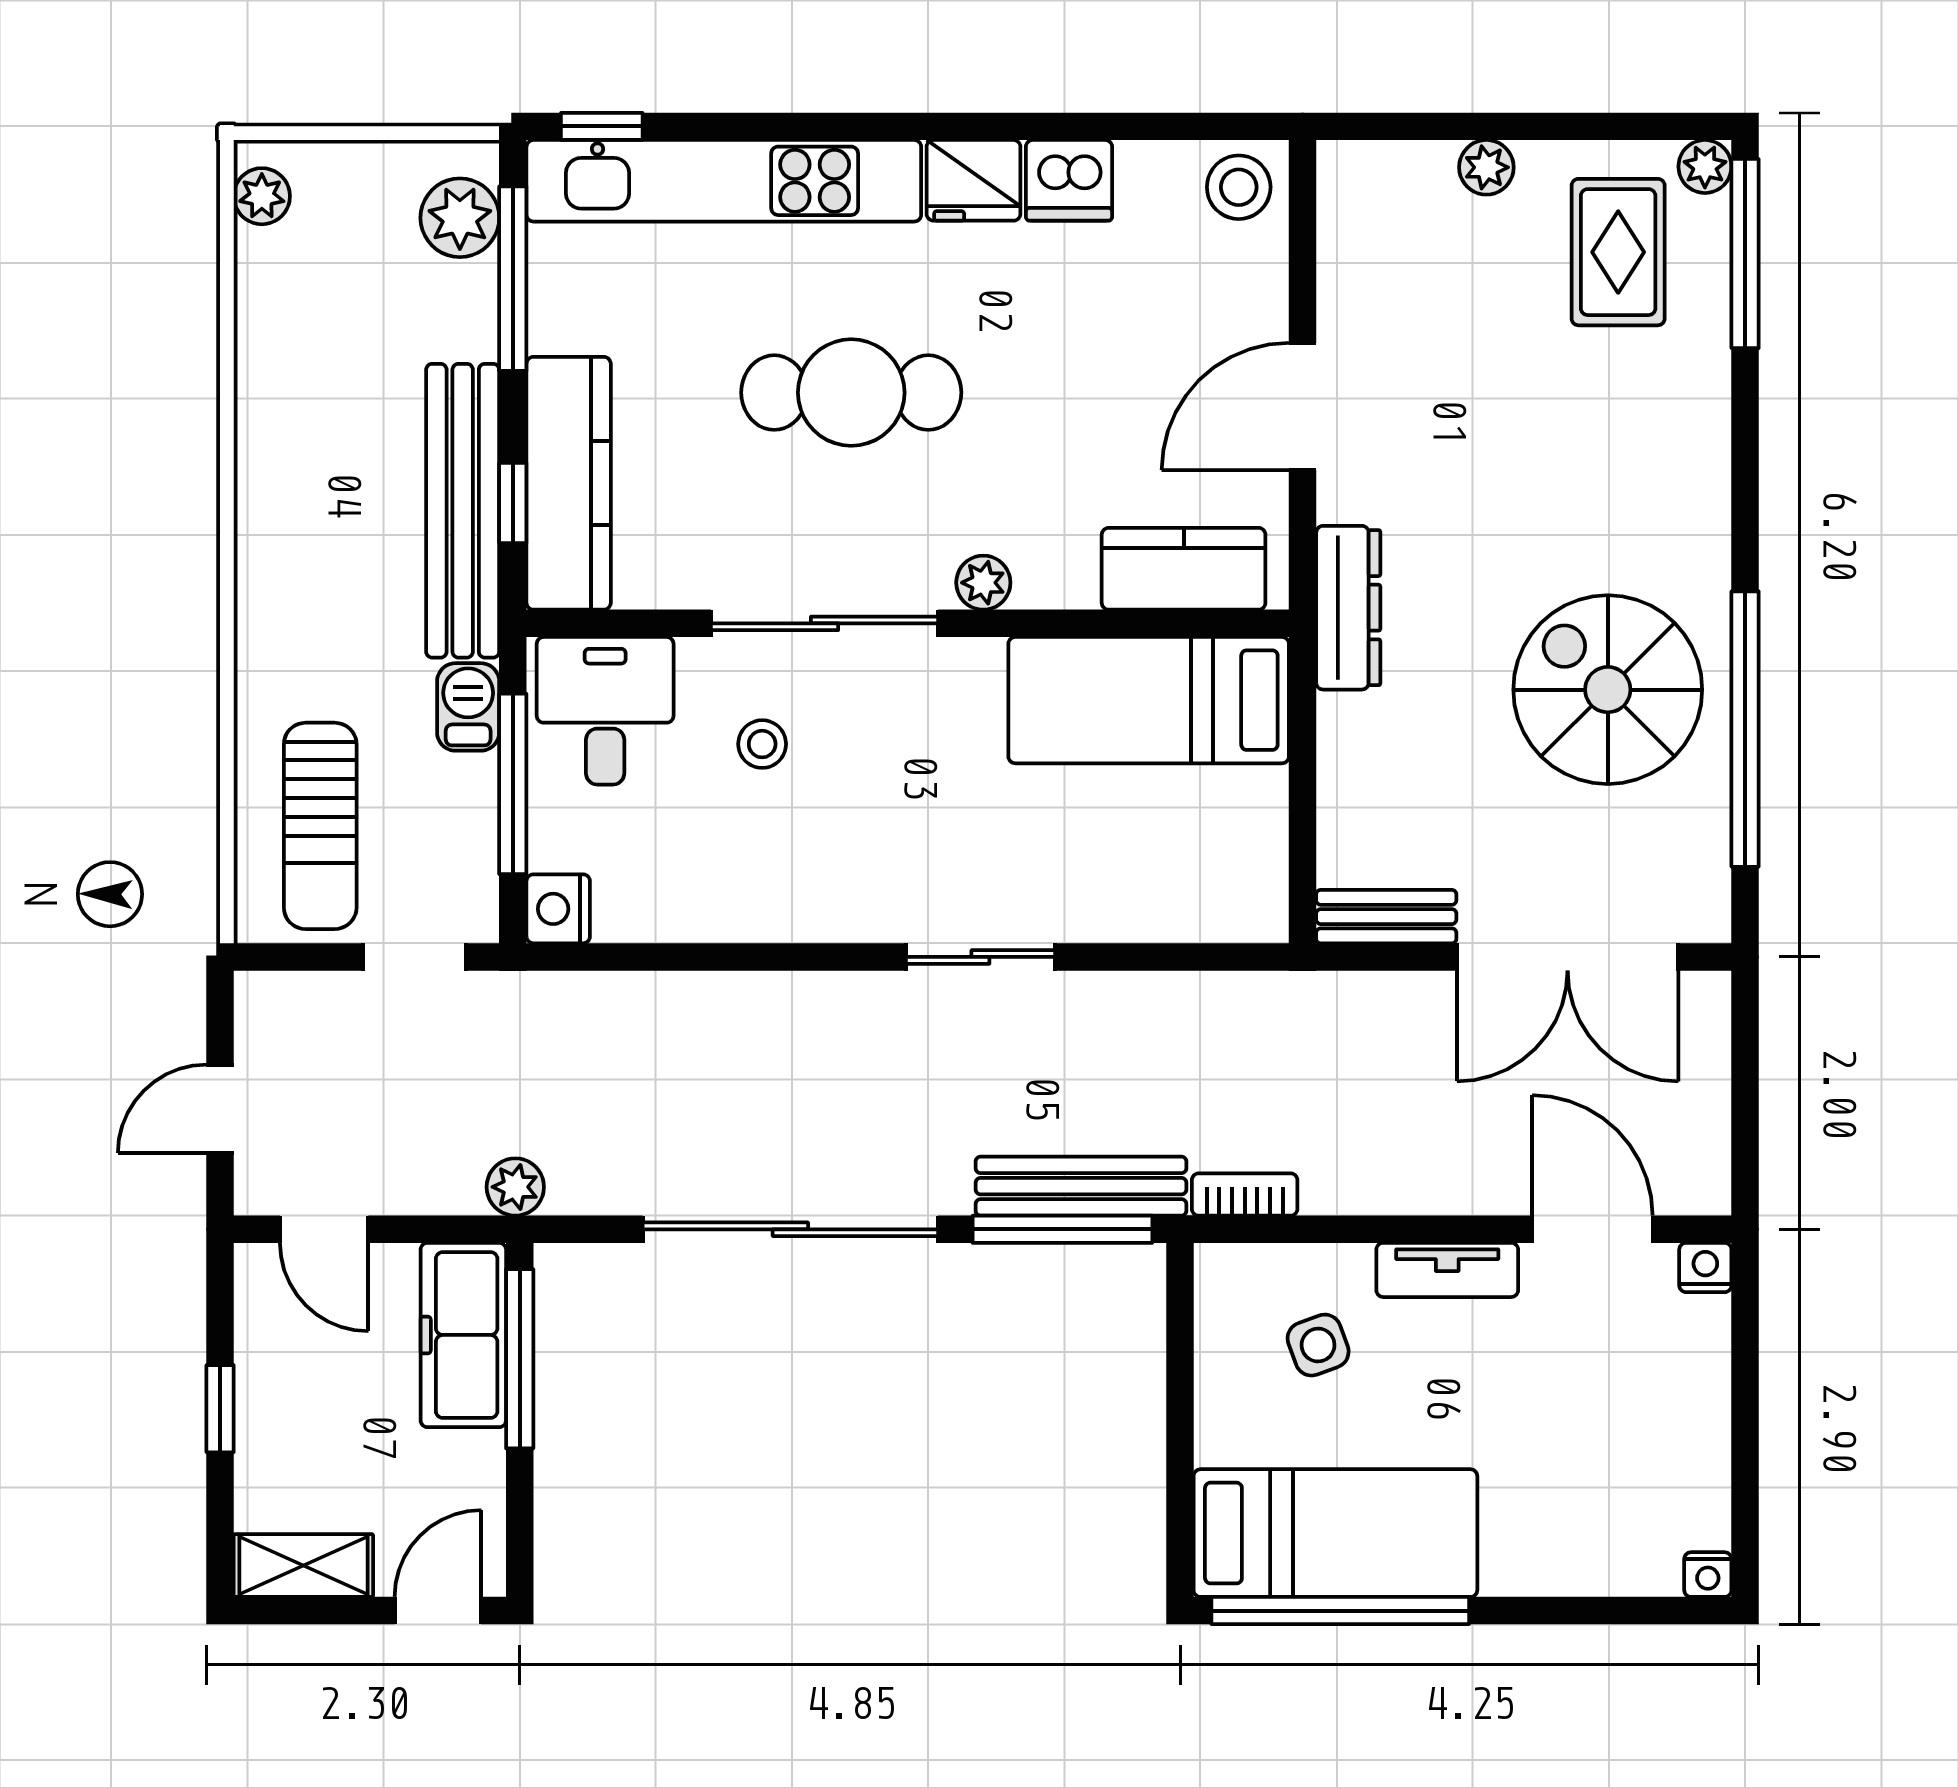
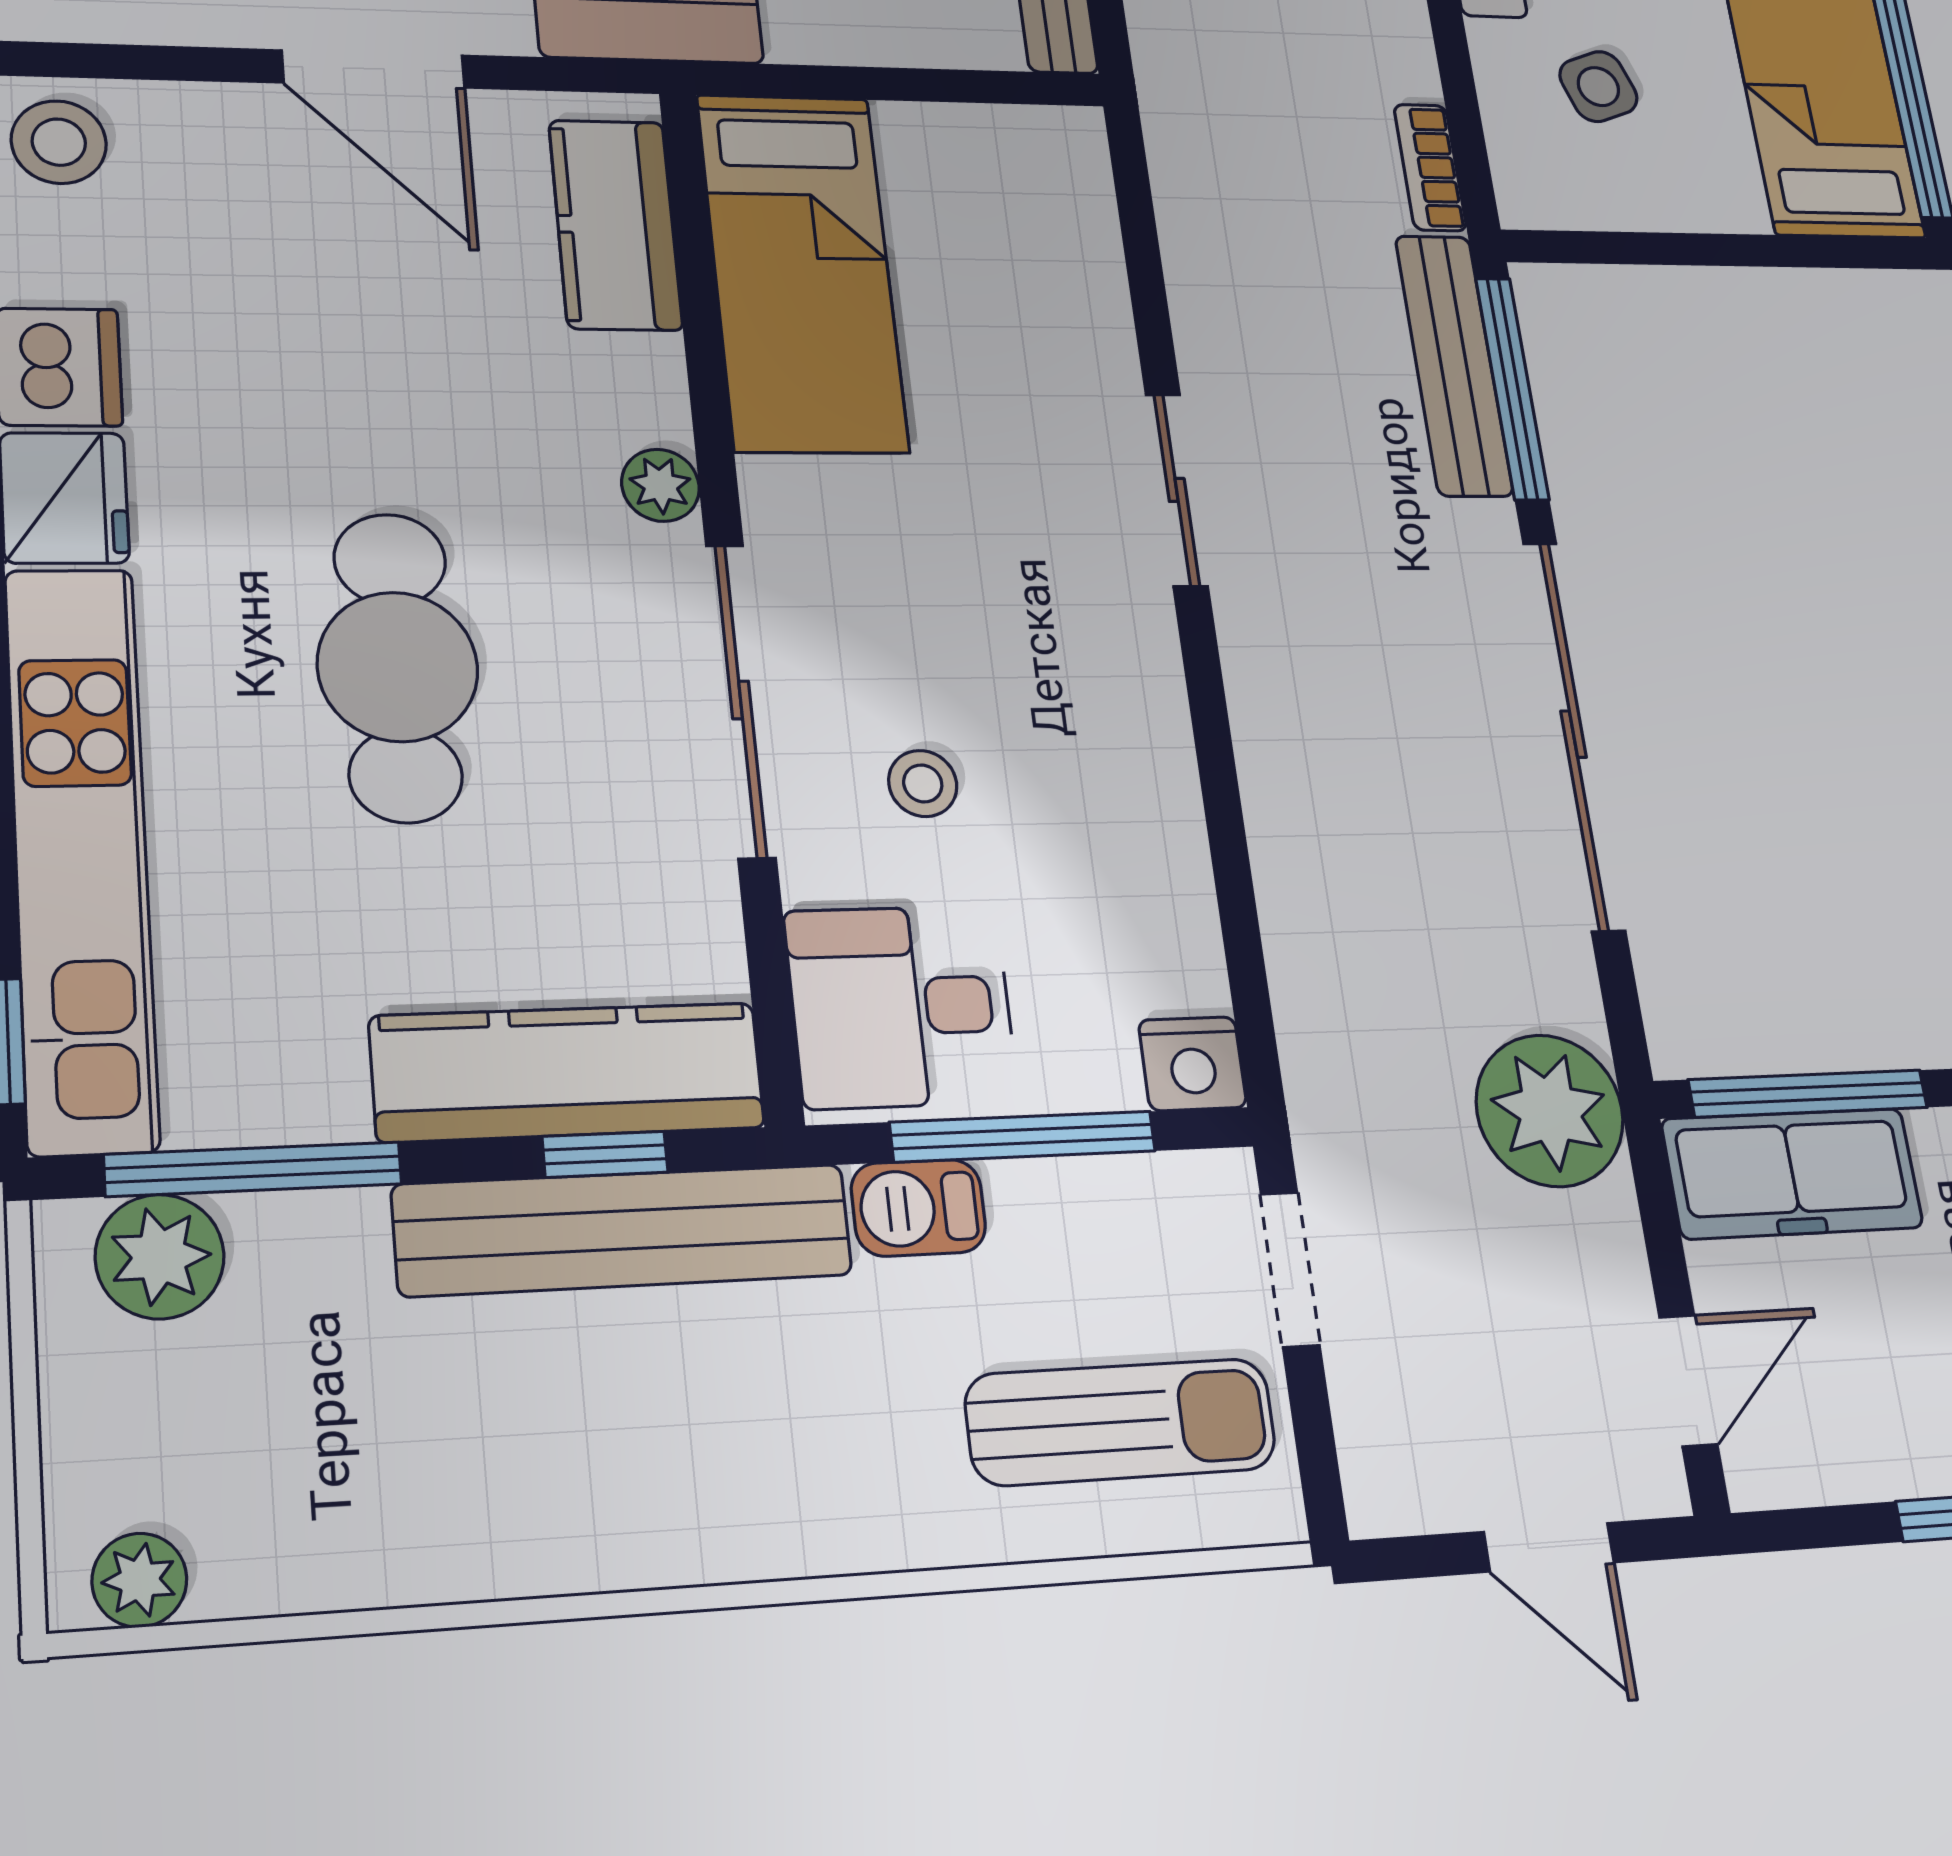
plant: (515, 1187) -> (1550, 1111), width x1.88, depth x1.88

